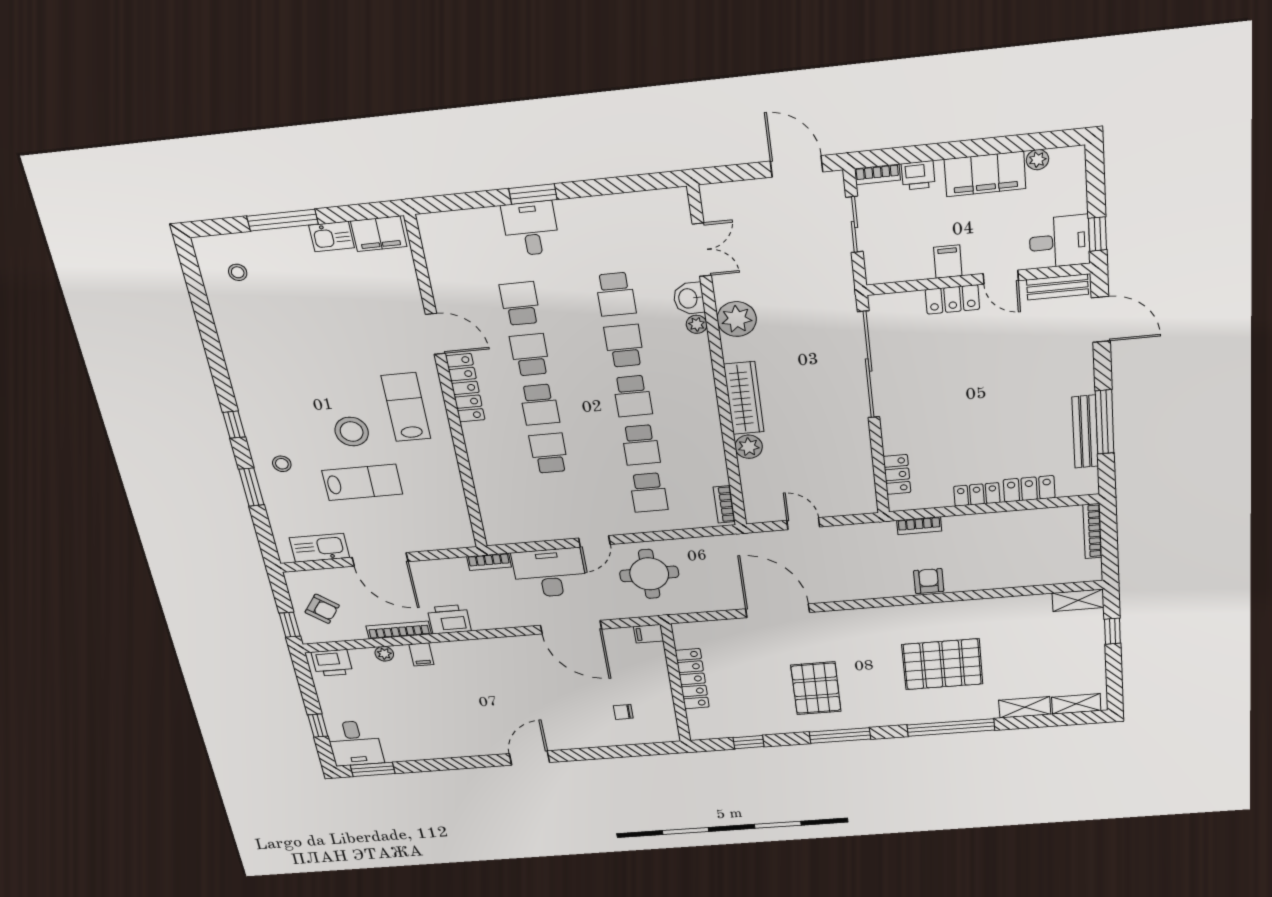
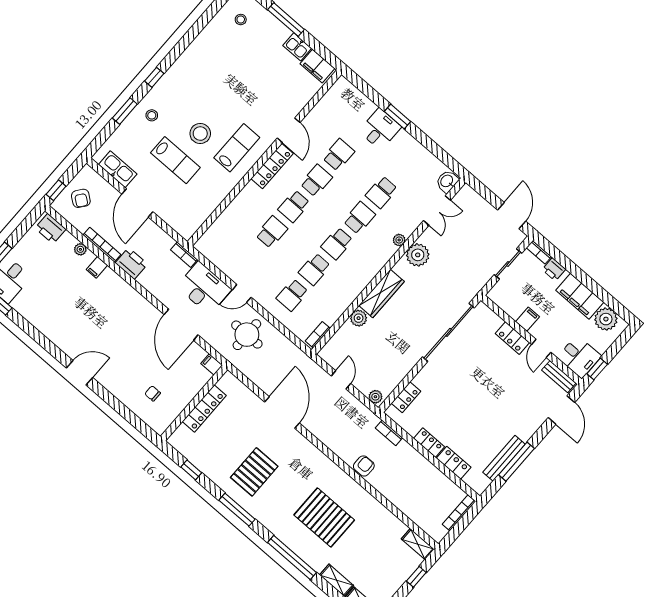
plant: (1038, 160) -> (606, 319), width x1.88, depth x1.88
washbasin: (689, 298) -> (447, 181), moved
plant: (862, 505) -> (375, 397), added

